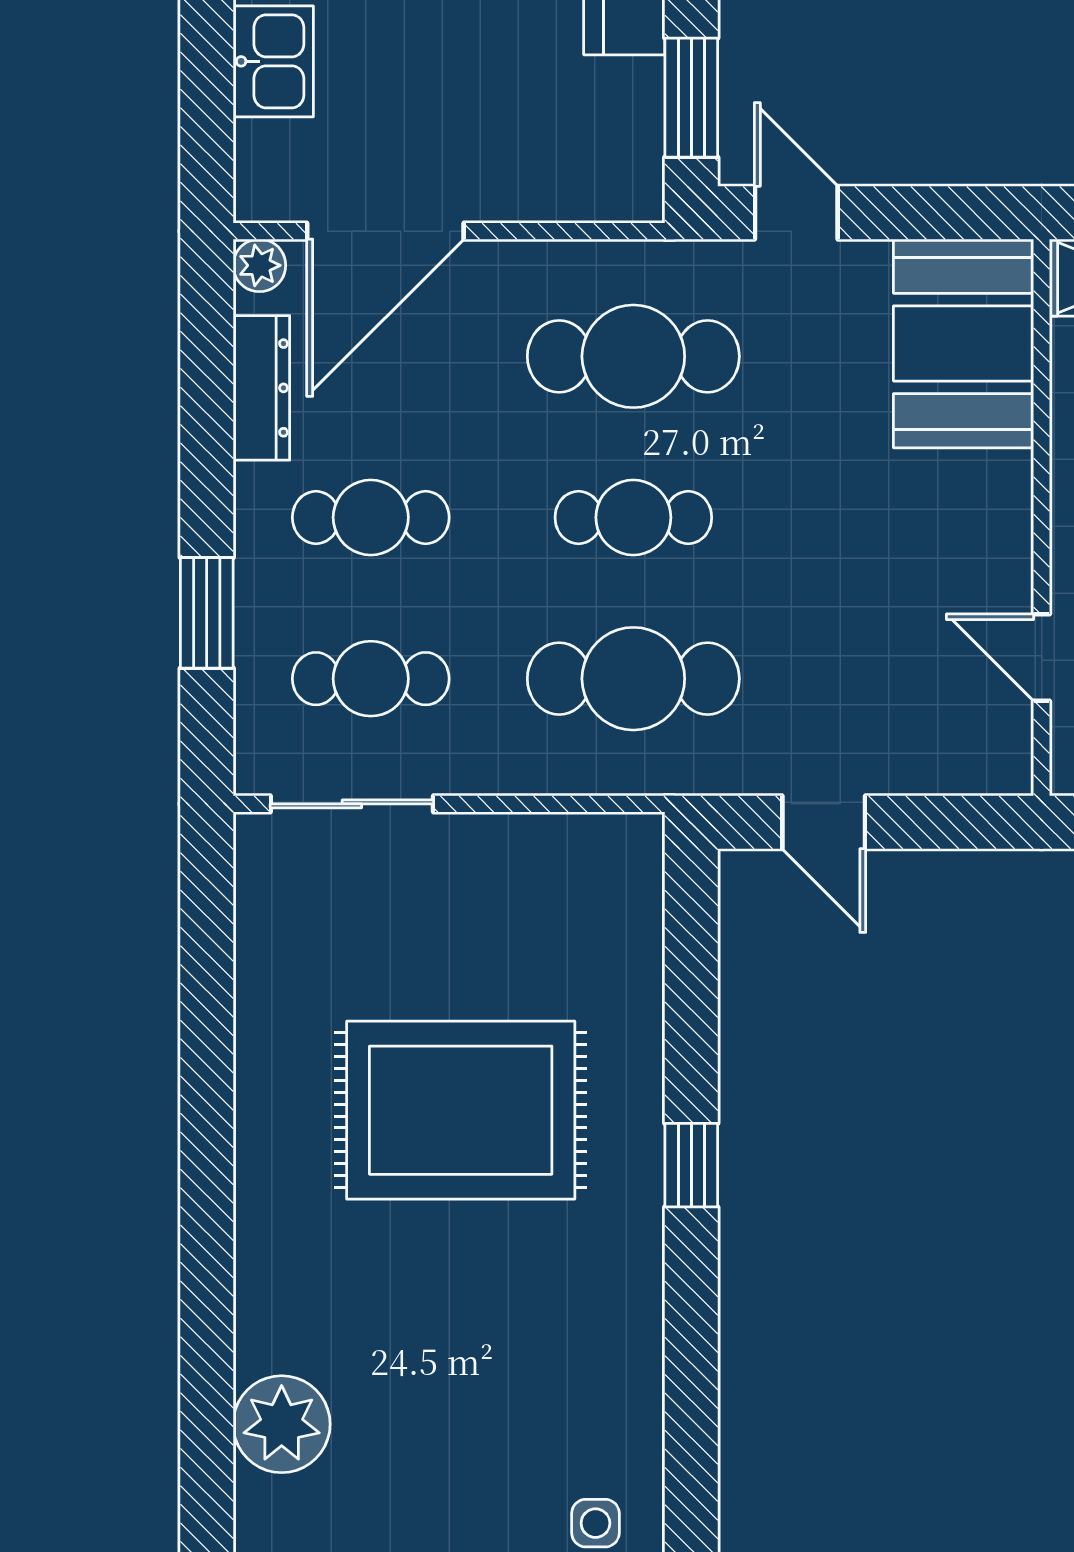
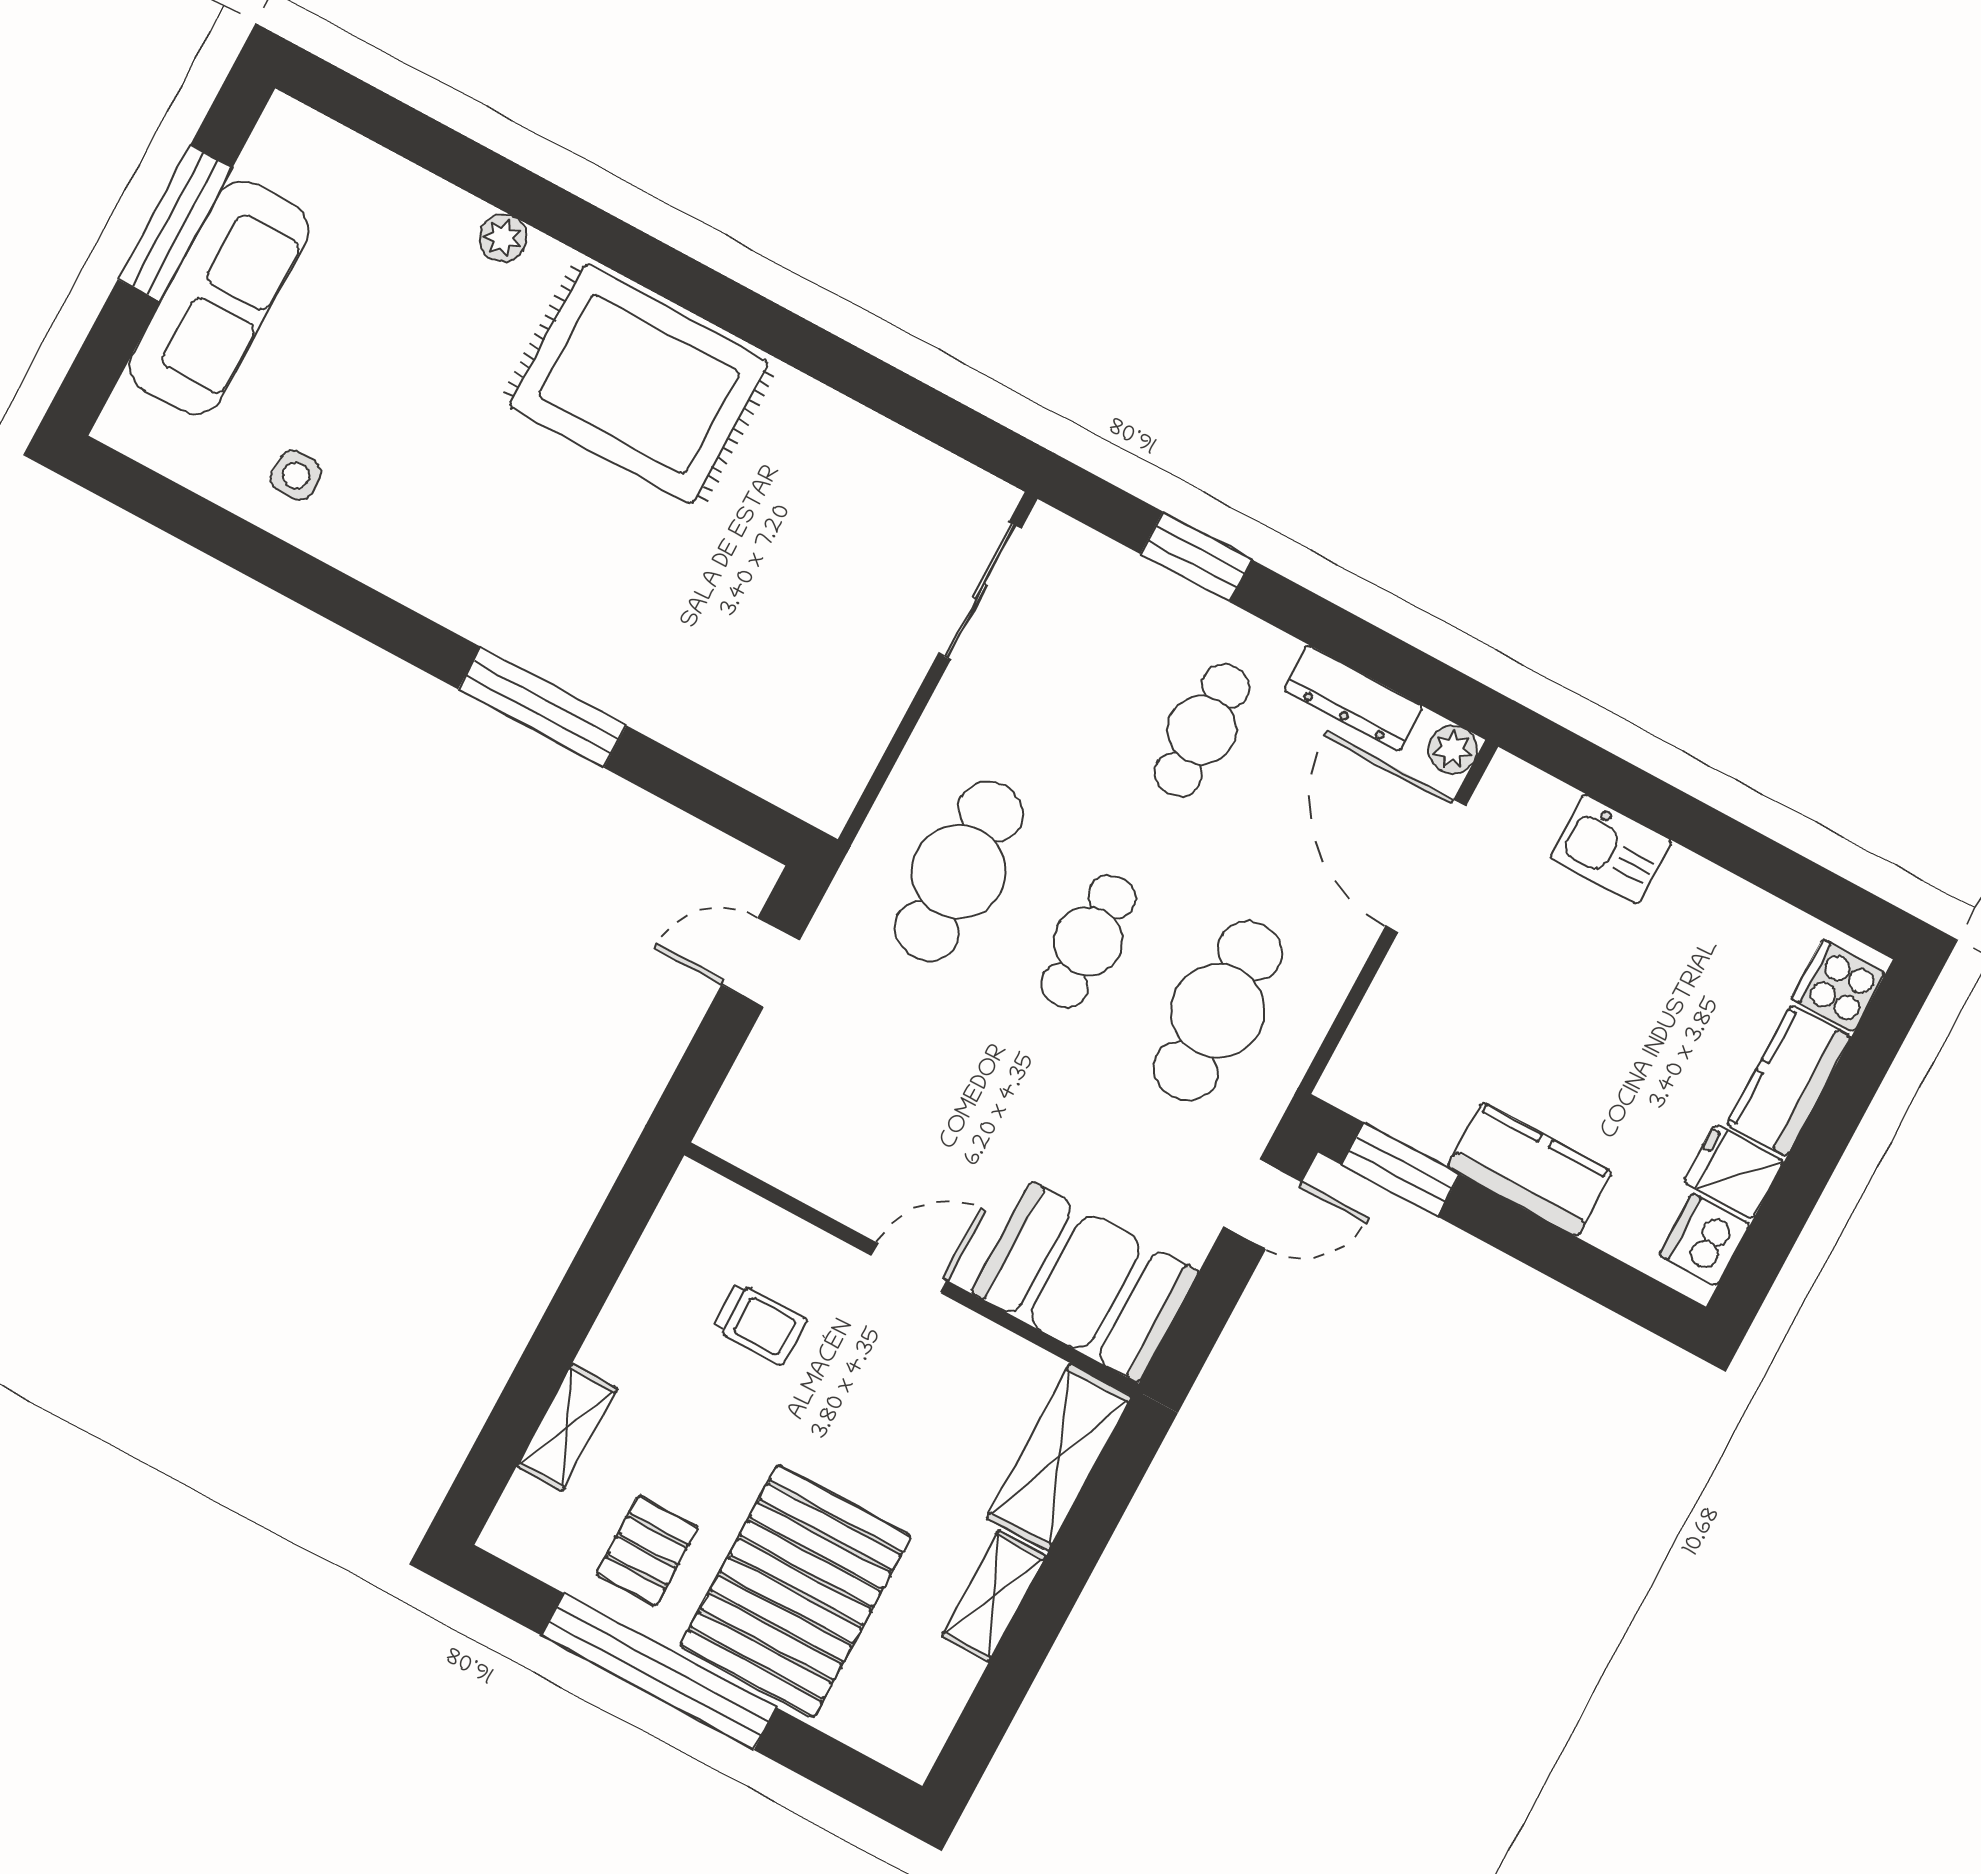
door: (1042, 657) -> (909, 1268), moved
cafe table: (371, 679) -> (1072, 660), removed
rug: (461, 1110) -> (639, 384), moved, turned 90
window: (691, 1165) -> (542, 707), width x2.17
plant: (282, 1424) -> (503, 238), width x0.53, depth x0.53

